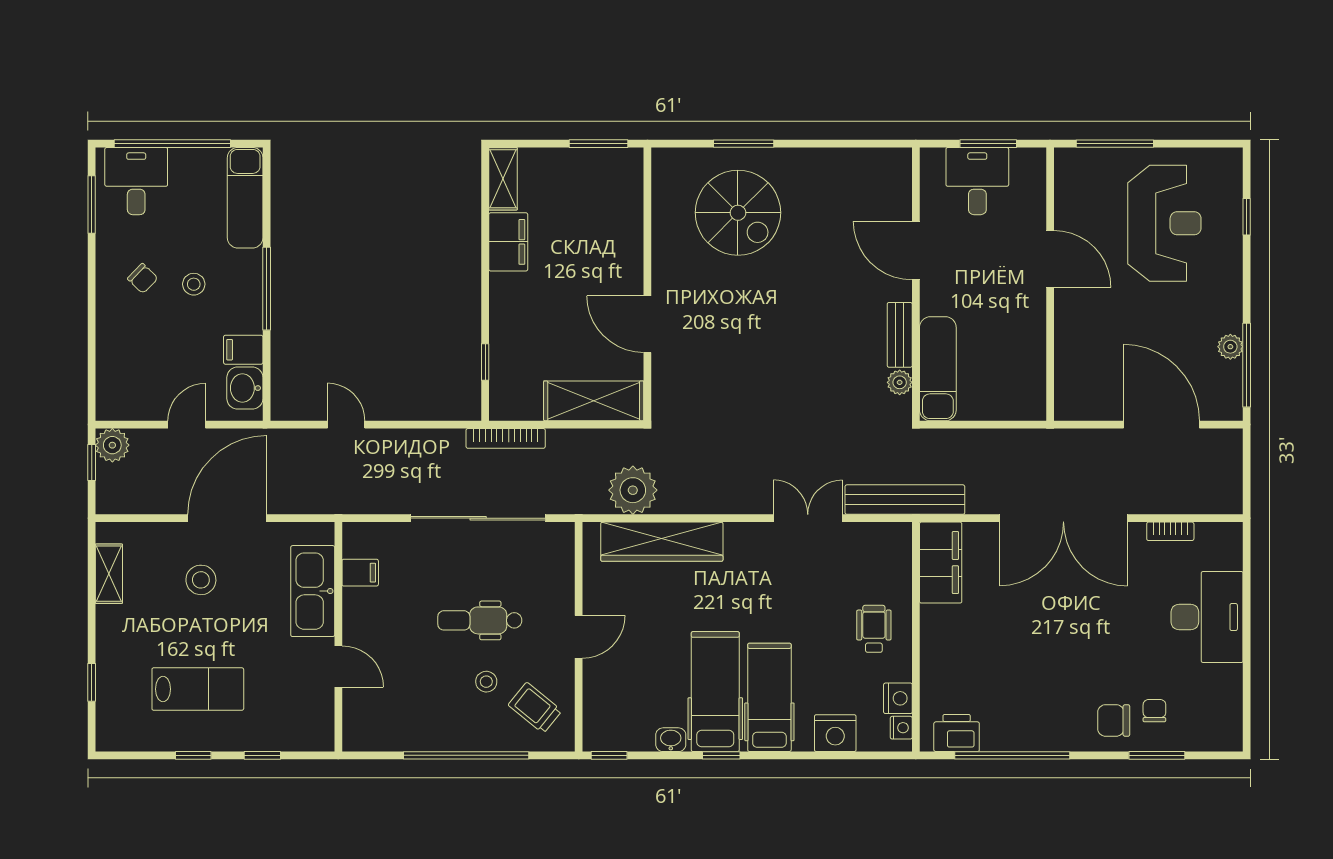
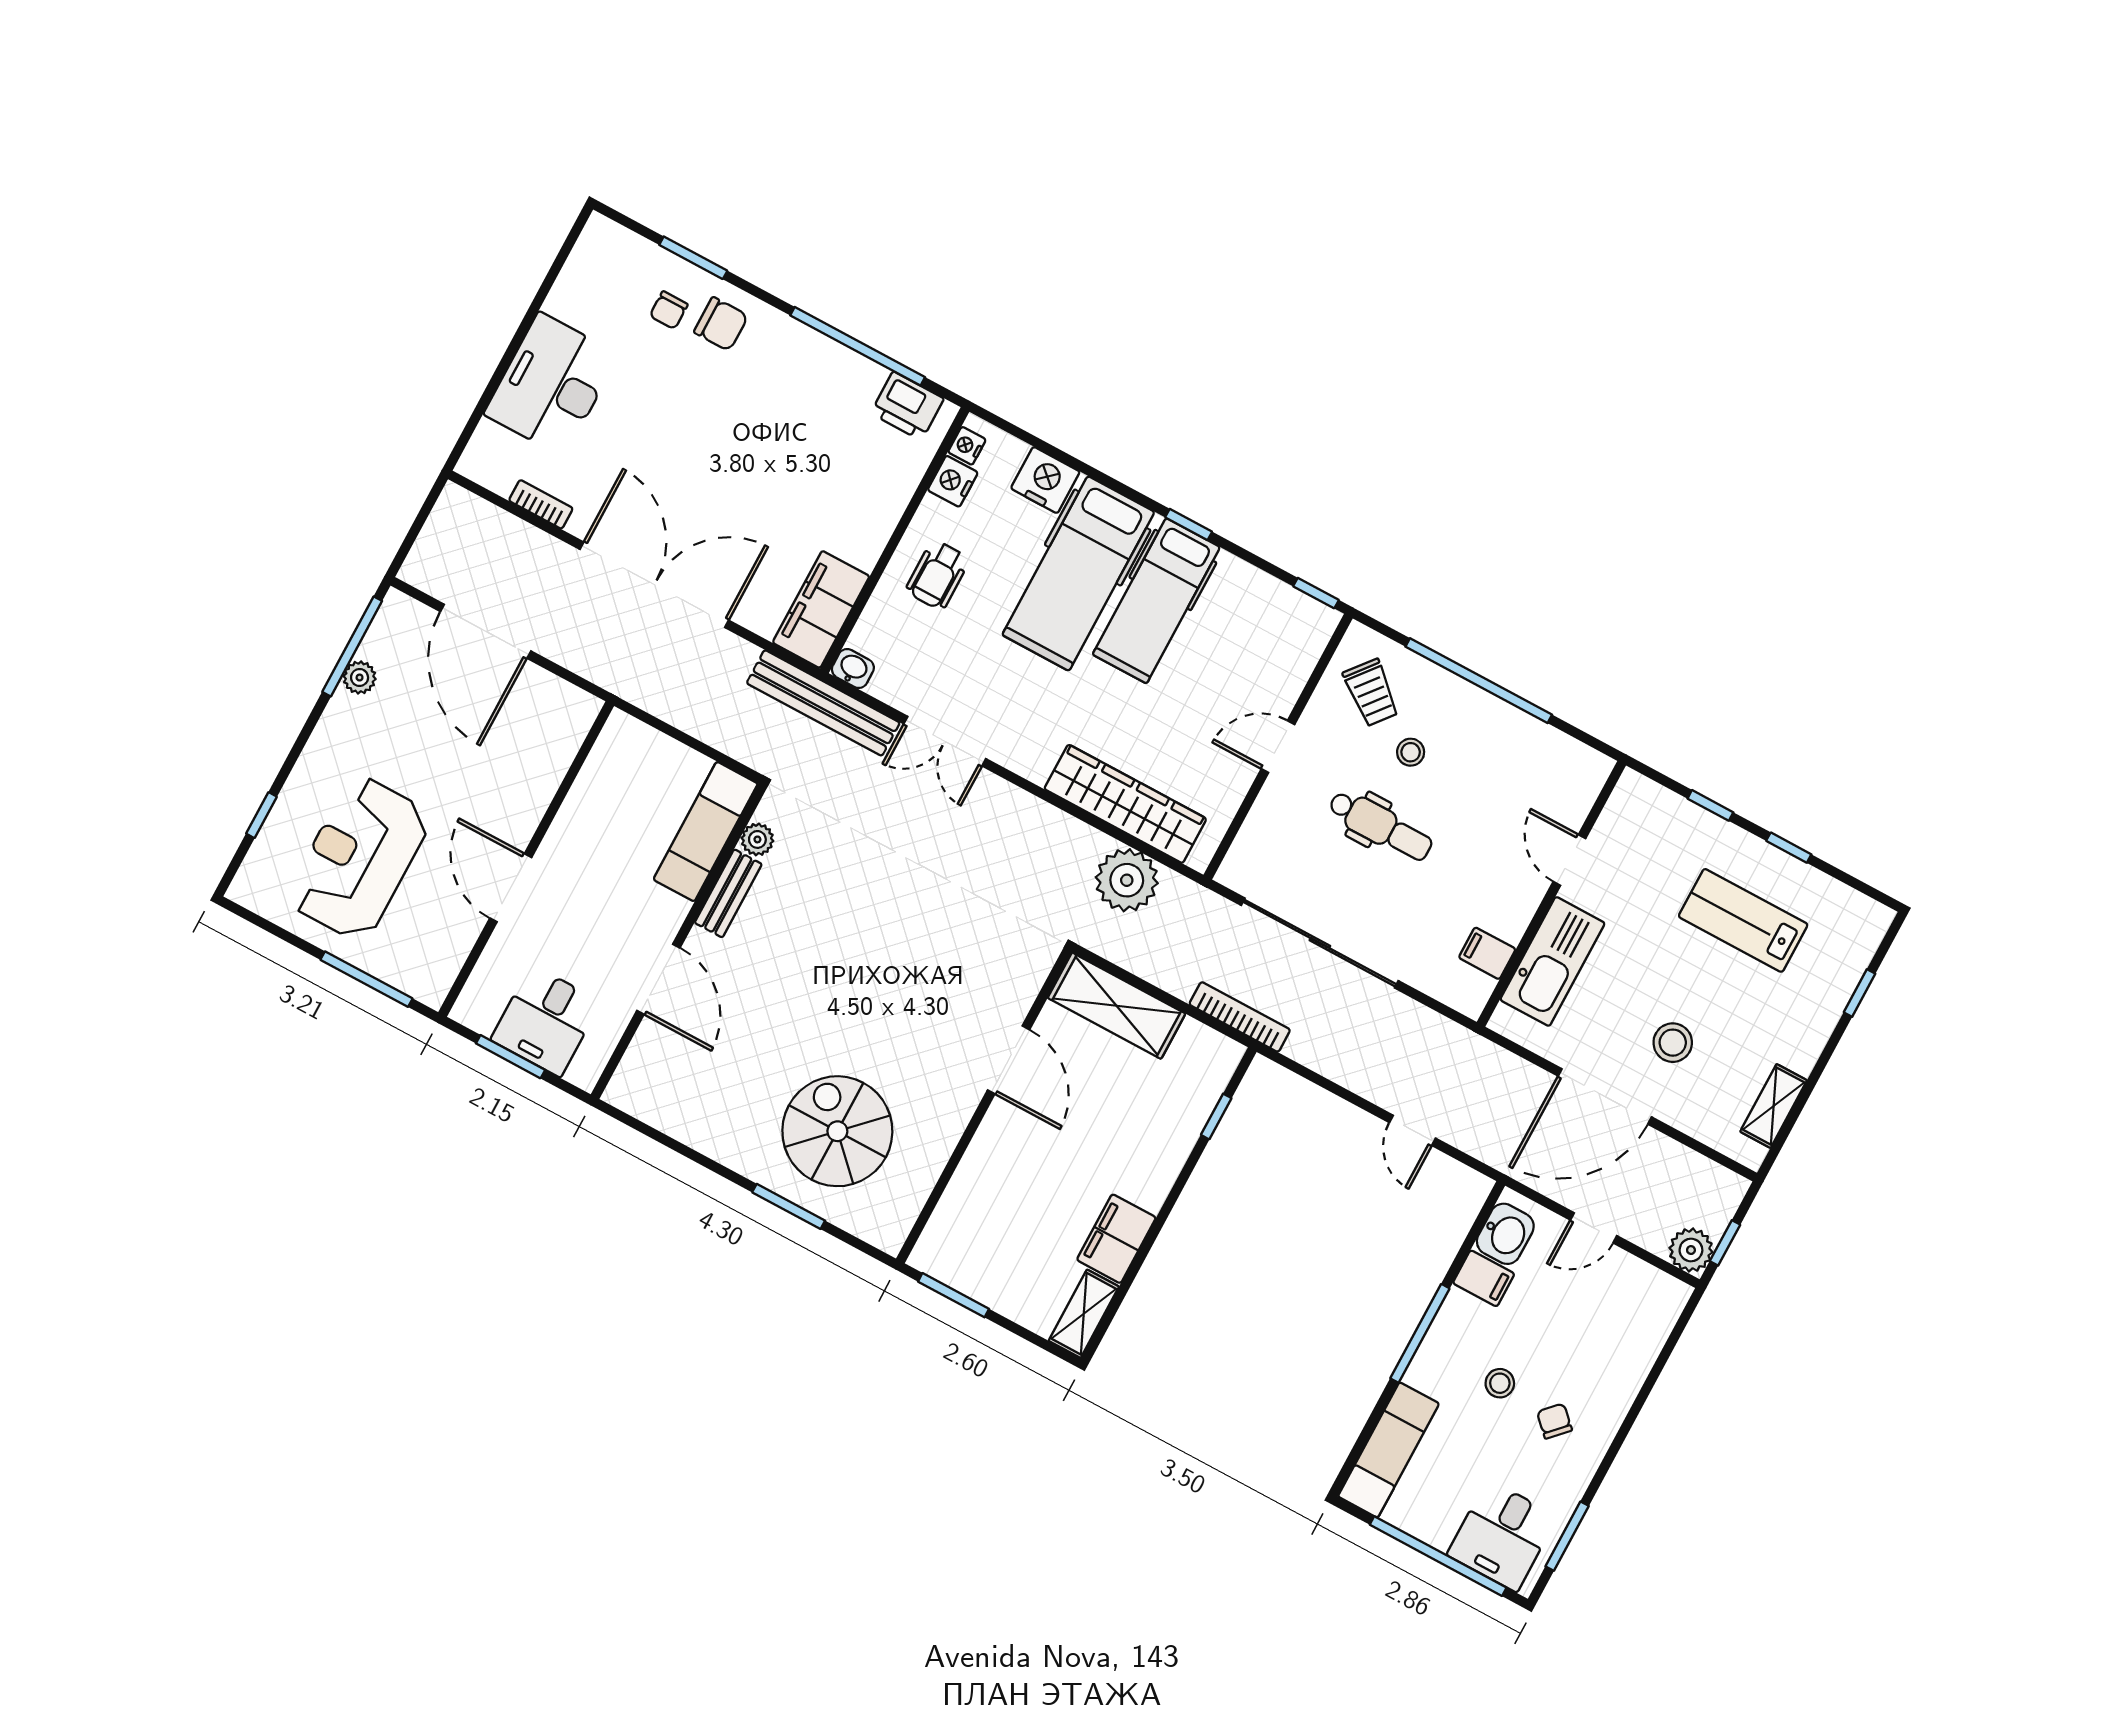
hospital bed: (769, 697) -> (1078, 573), width x1.37, depth x1.29
washbasin: (671, 740) -> (853, 669), moved, turned 180

